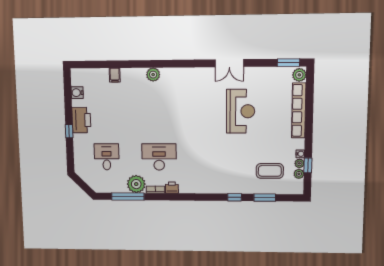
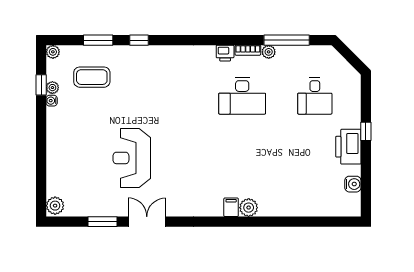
window: (289, 63) -> (102, 222), moved
filing cabinet: (115, 75) -> (231, 207), moved
row of seats: (299, 110) -> (55, 159), removed
plant: (299, 174) -> (53, 52), moved
plant: (136, 184) -> (269, 52), width x0.53, depth x0.53

